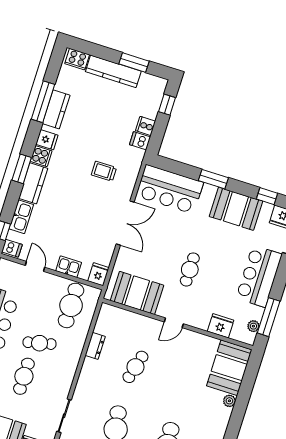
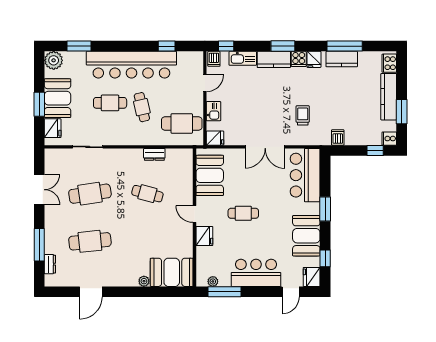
cooker: (146, 126) -> (389, 139), moved, turned -90
fridge: (221, 326) -> (204, 236), moved

